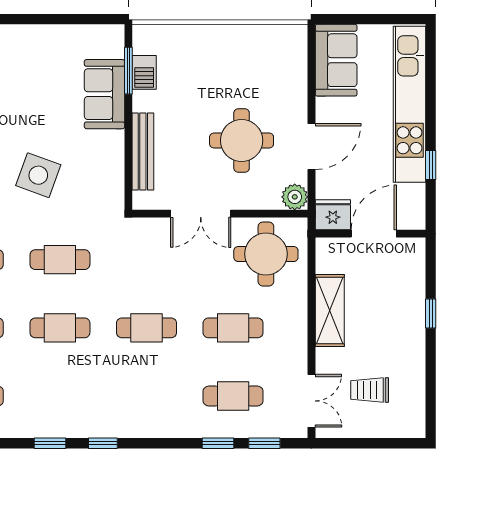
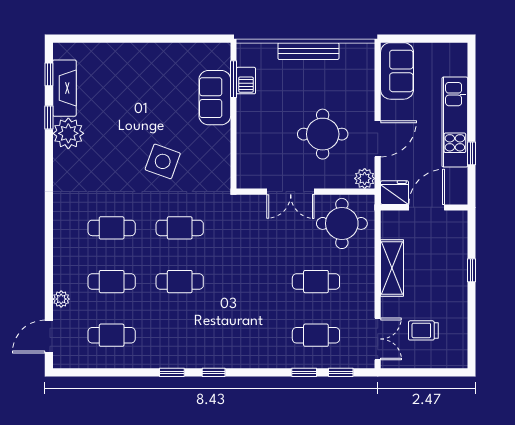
kitchen unit: (410, 104) -> (455, 122), width x0.73
bench: (143, 152) -> (308, 51), moved, turned 90
cafe table: (146, 328) -> (248, 282), removed

